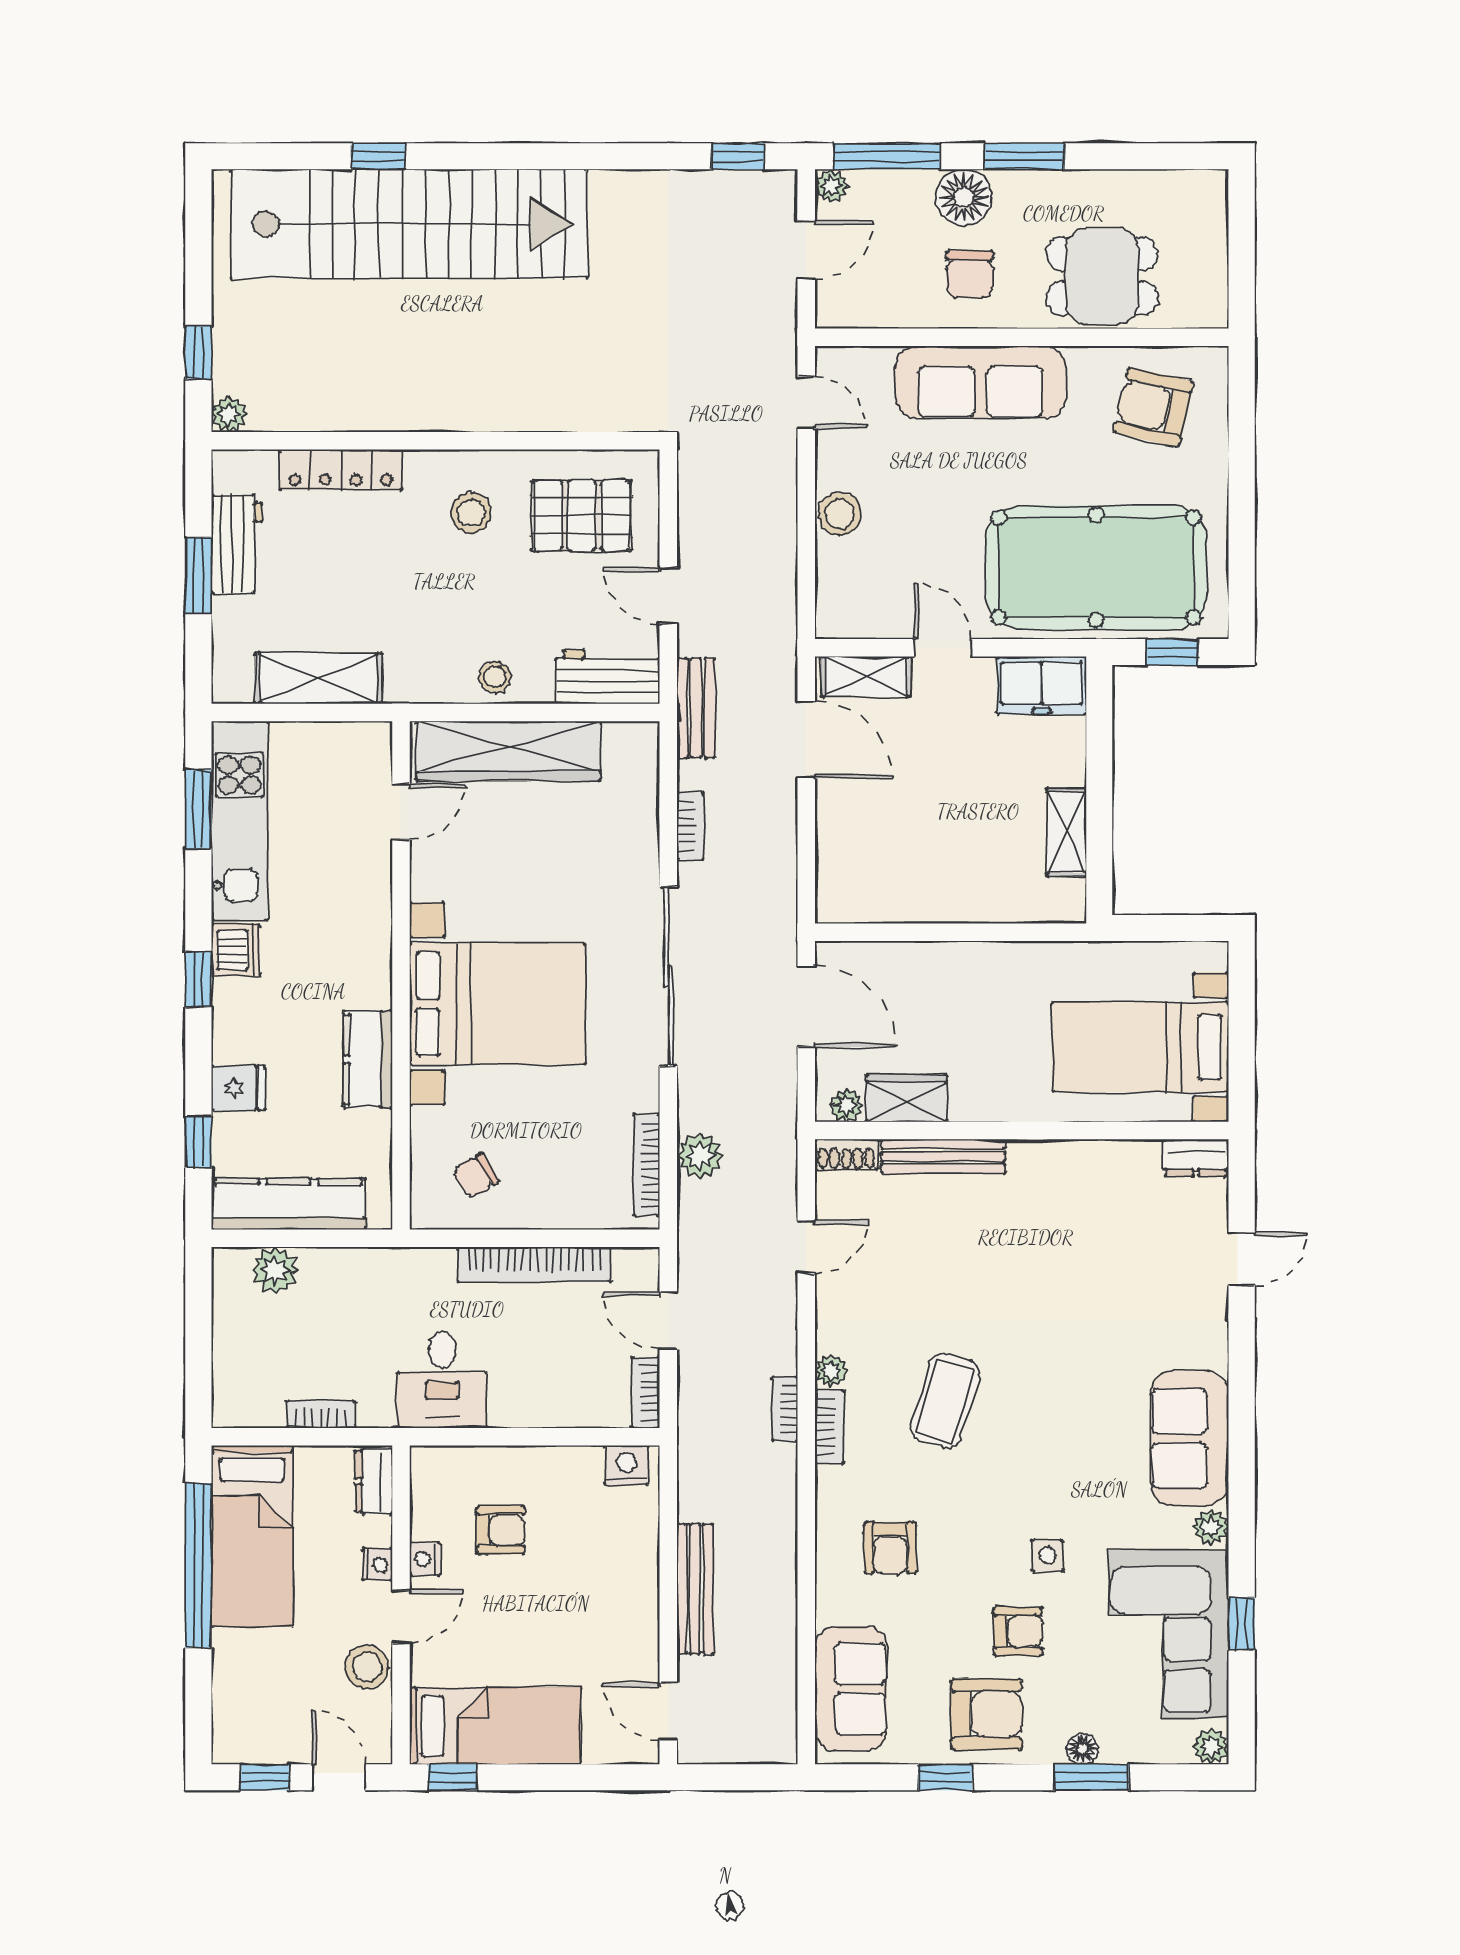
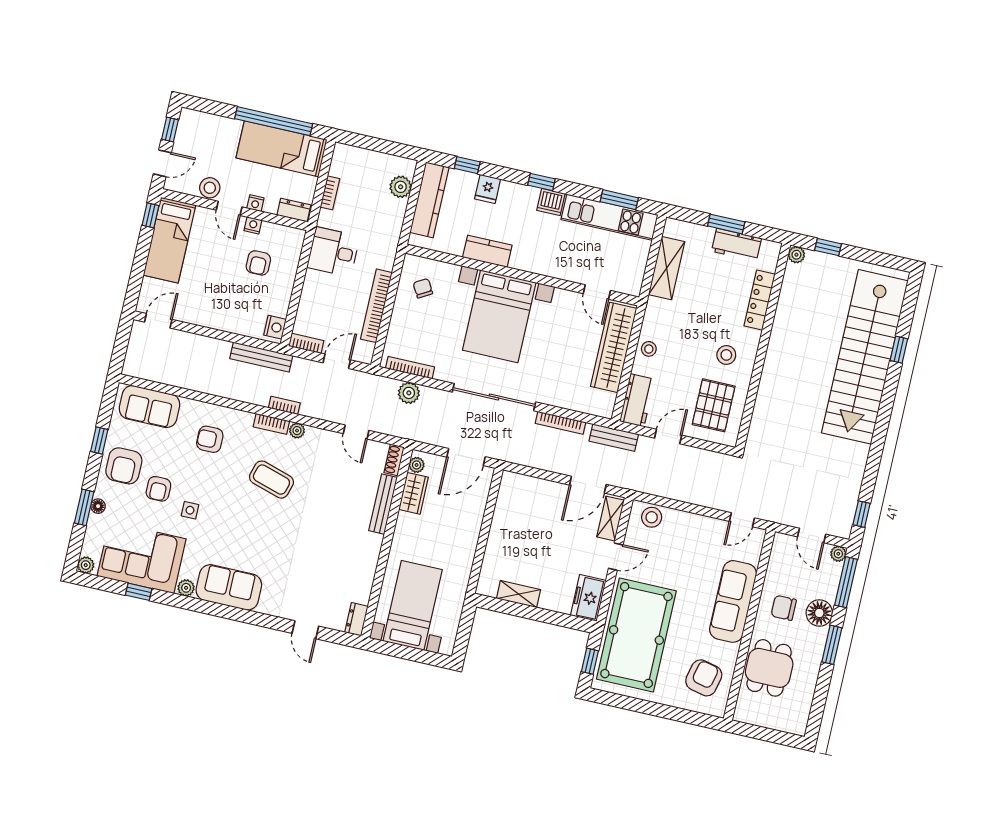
stool: (840, 514) -> (652, 517), moved
bookcase: (690, 826) -> (561, 423), width x1.56
bench: (695, 1589) -> (261, 357), moved

